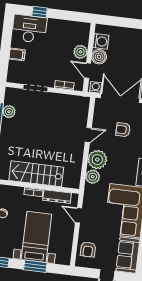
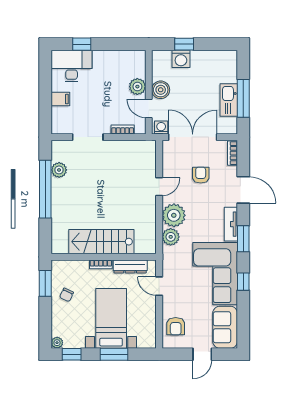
window: (122, 22) -> (184, 44), added
washing machine: (101, 41) -> (181, 59), moved, turned 90
armchair: (123, 130) -> (201, 175), turned 90

